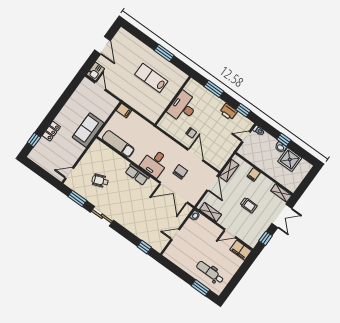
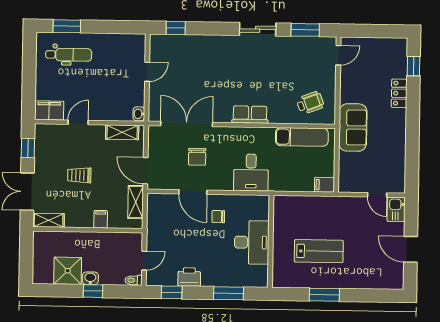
desk: (155, 163) -> (251, 172), moved, turned 180
wheelchair: (100, 181) -> (310, 103), moved

